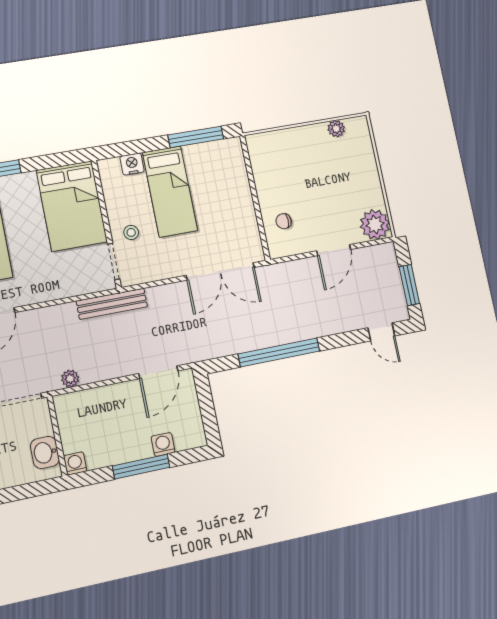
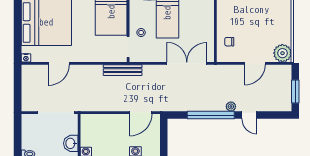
double door: (220, 271) -> (187, 63), swing flipped
door: (381, 332) -> (249, 115), moved
plant: (70, 379) -> (231, 106), moved

